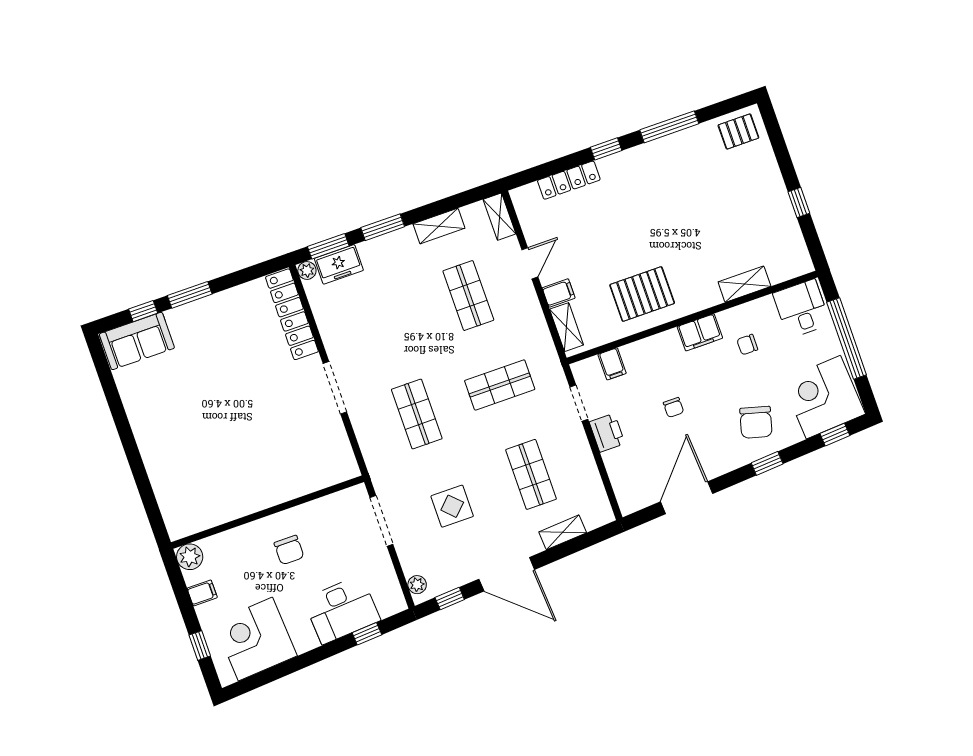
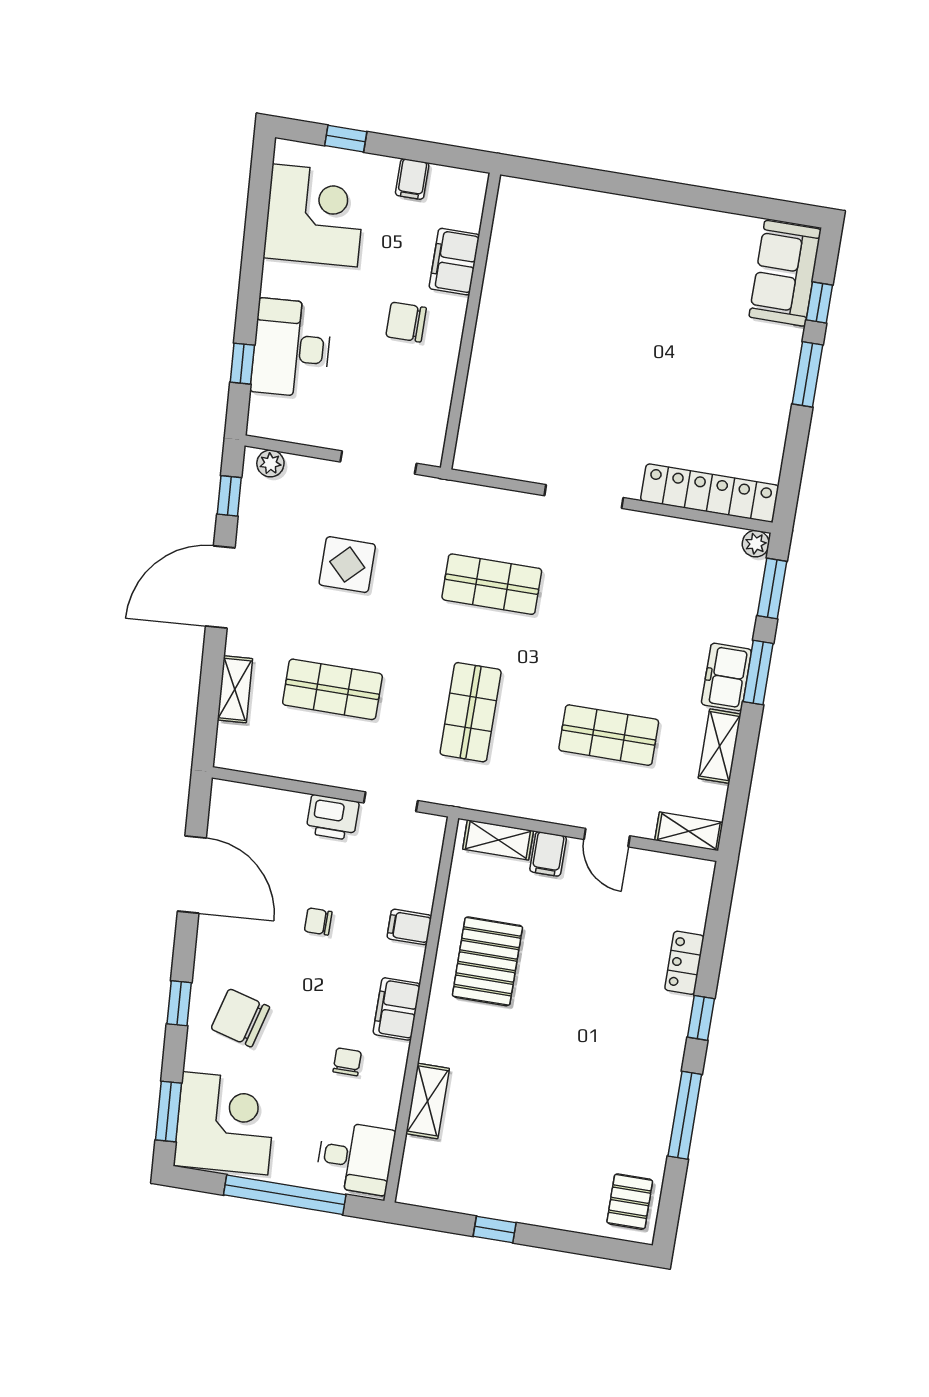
locker: (569, 180) -> (684, 963), width x0.66
freezer: (339, 264) -> (726, 677), moved
filing cabinet: (612, 364) -> (409, 927), moved
window: (835, 435) -> (168, 1111), width x1.50
filing cabinet: (237, 541) -> (454, 262), added
plant: (190, 557) -> (468, 189), removed

